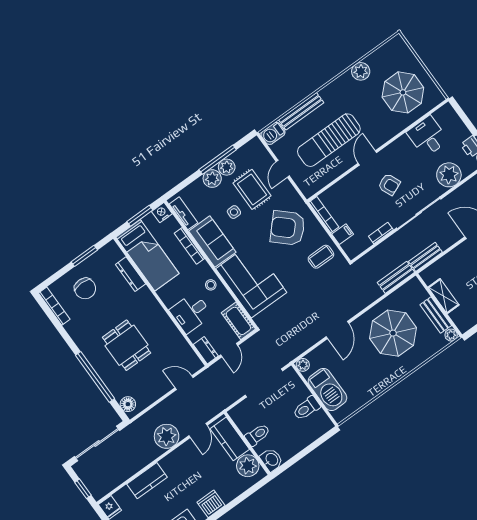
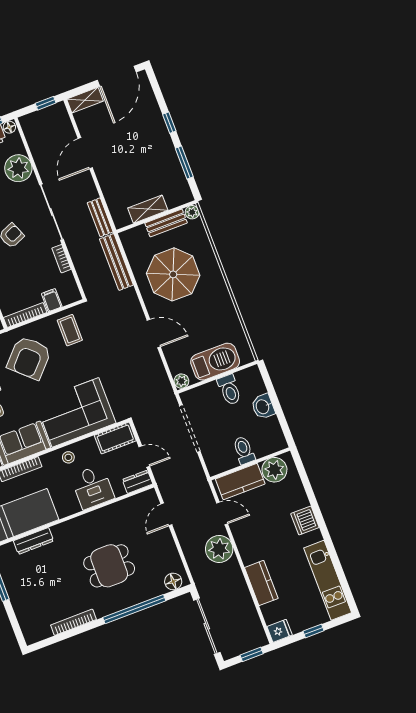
bench: (396, 277) -> (116, 262), width x1.36
chair: (85, 288) -> (36, 594), removed
bookcase: (54, 306) -> (73, 622), moved
washbasin: (271, 460) -> (263, 407), moved, turned -90

